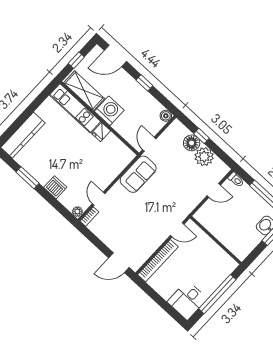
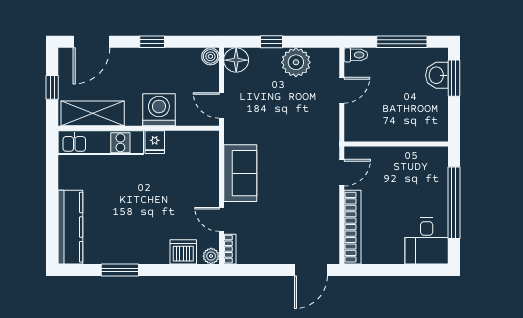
washing machine: (109, 111) -> (159, 110), moved
floor lamp: (192, 143) -> (236, 60), moved
sofa: (138, 174) -> (240, 173), moved
dishwasher: (55, 187) -> (183, 252), moved

